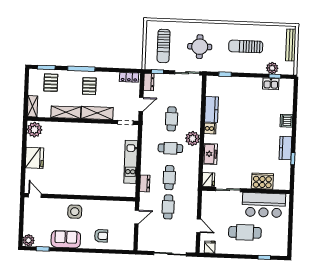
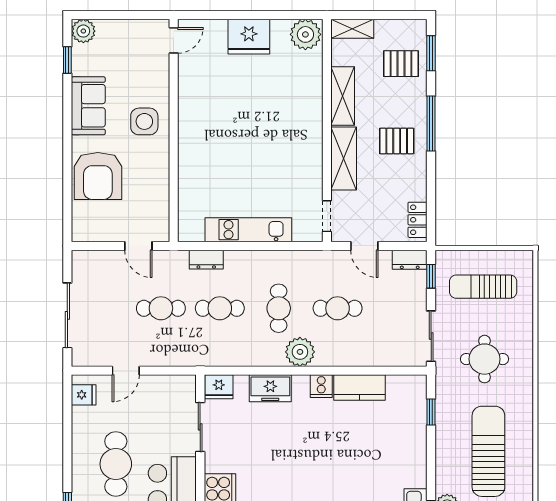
sun lounger: (246, 46) -> (488, 451), width x1.36, depth x1.34
armchair: (101, 236) -> (98, 176), width x1.88, depth x1.88

